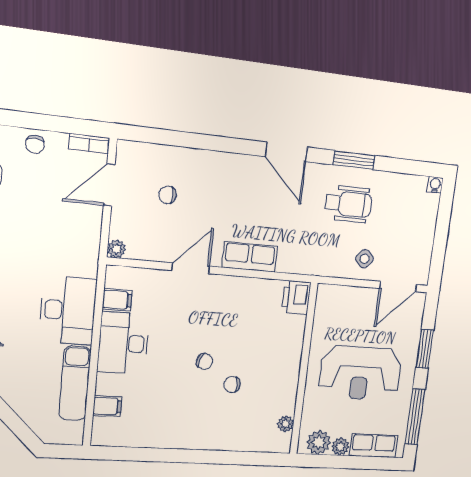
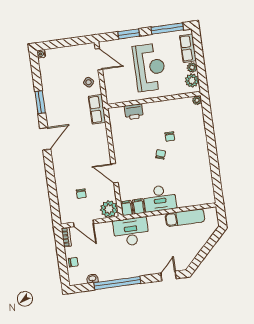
wheelchair: (348, 204) -> (63, 99), removed
plant: (117, 249) -> (109, 209), width x1.87, depth x1.87
row of seats: (250, 257) -> (97, 109), moved
printer: (296, 297) -> (134, 112), moved
desk: (68, 310) -> (131, 232), moved
filing cabinet: (107, 406) -> (127, 208), moved
plant: (286, 424) -> (197, 100), moved

